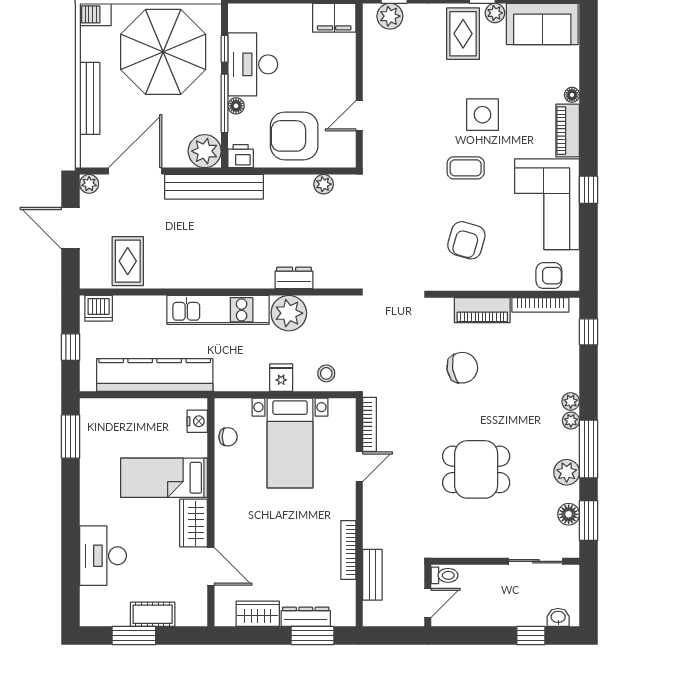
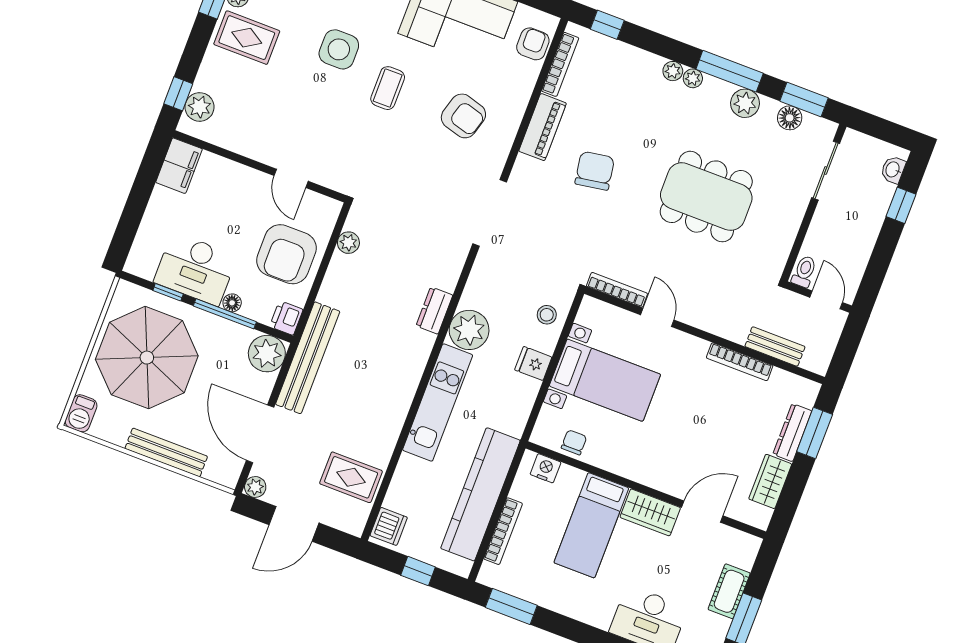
bookcase: (131, 406) -> (503, 531), added
dining table: (476, 469) -> (706, 197), width x1.38

